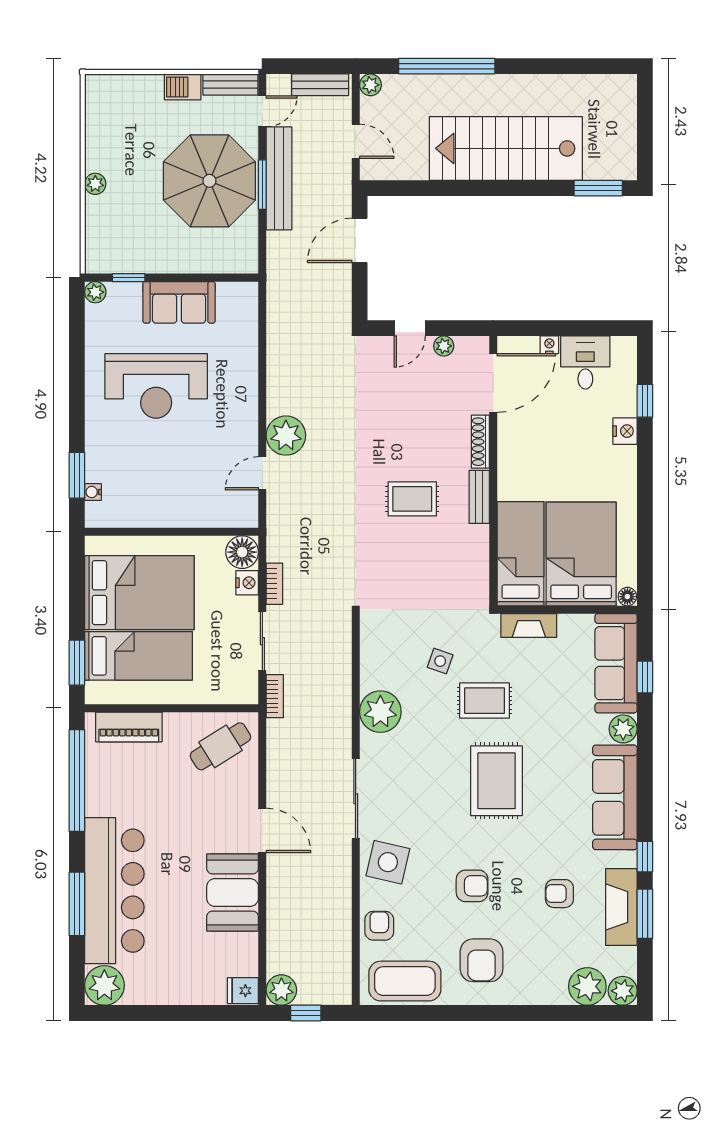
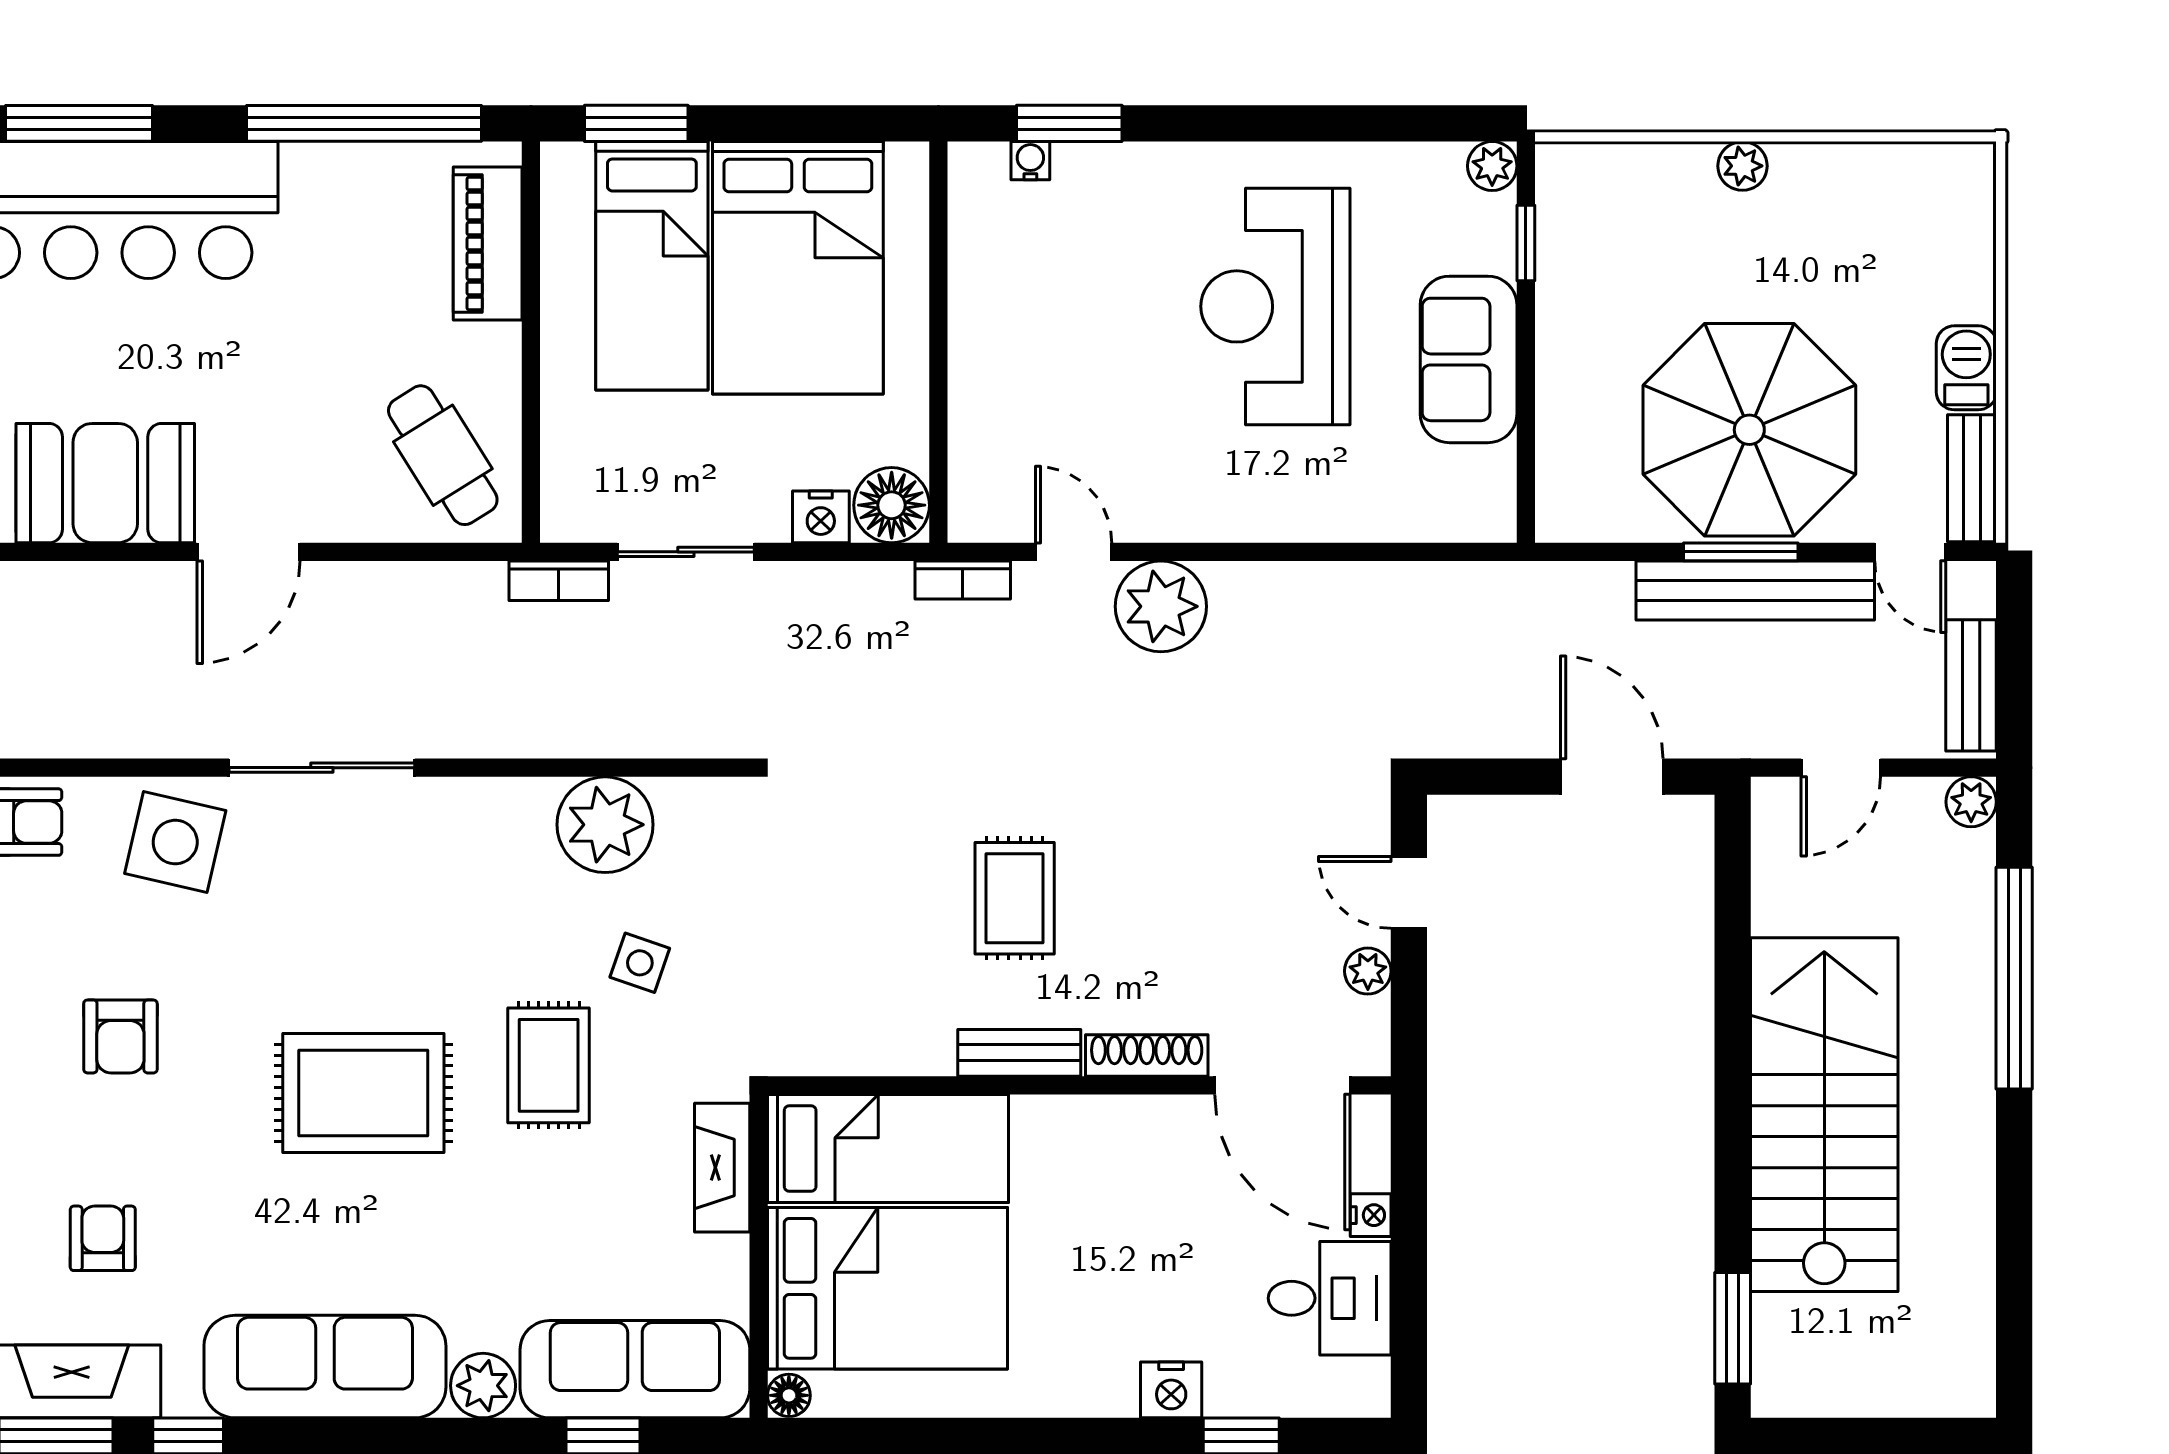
bookcase: (274, 584) -> (963, 580), moved
plant: (380, 712) -> (605, 825), moved

